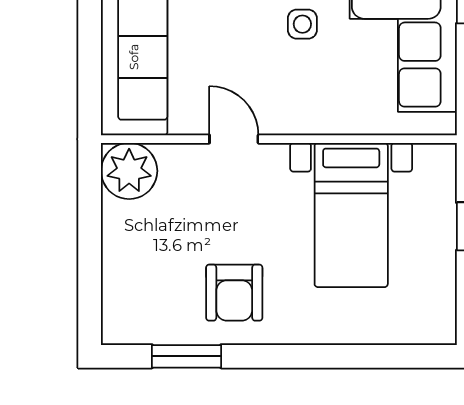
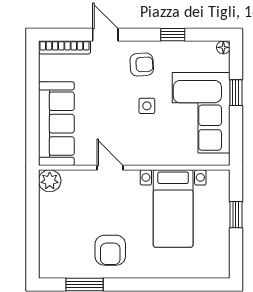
plant: (129, 171) -> (50, 181), width x0.73, depth x0.73

